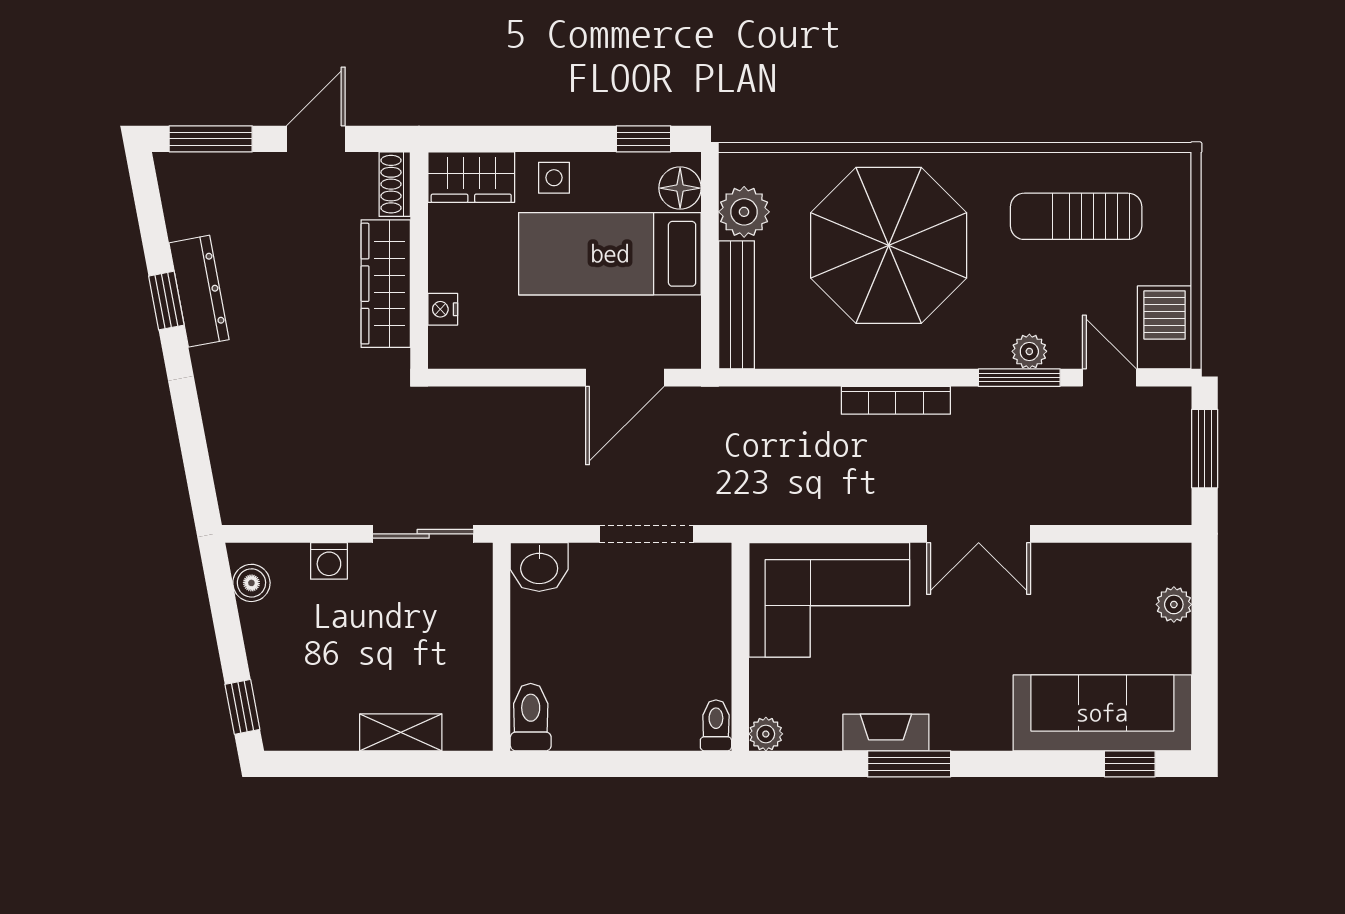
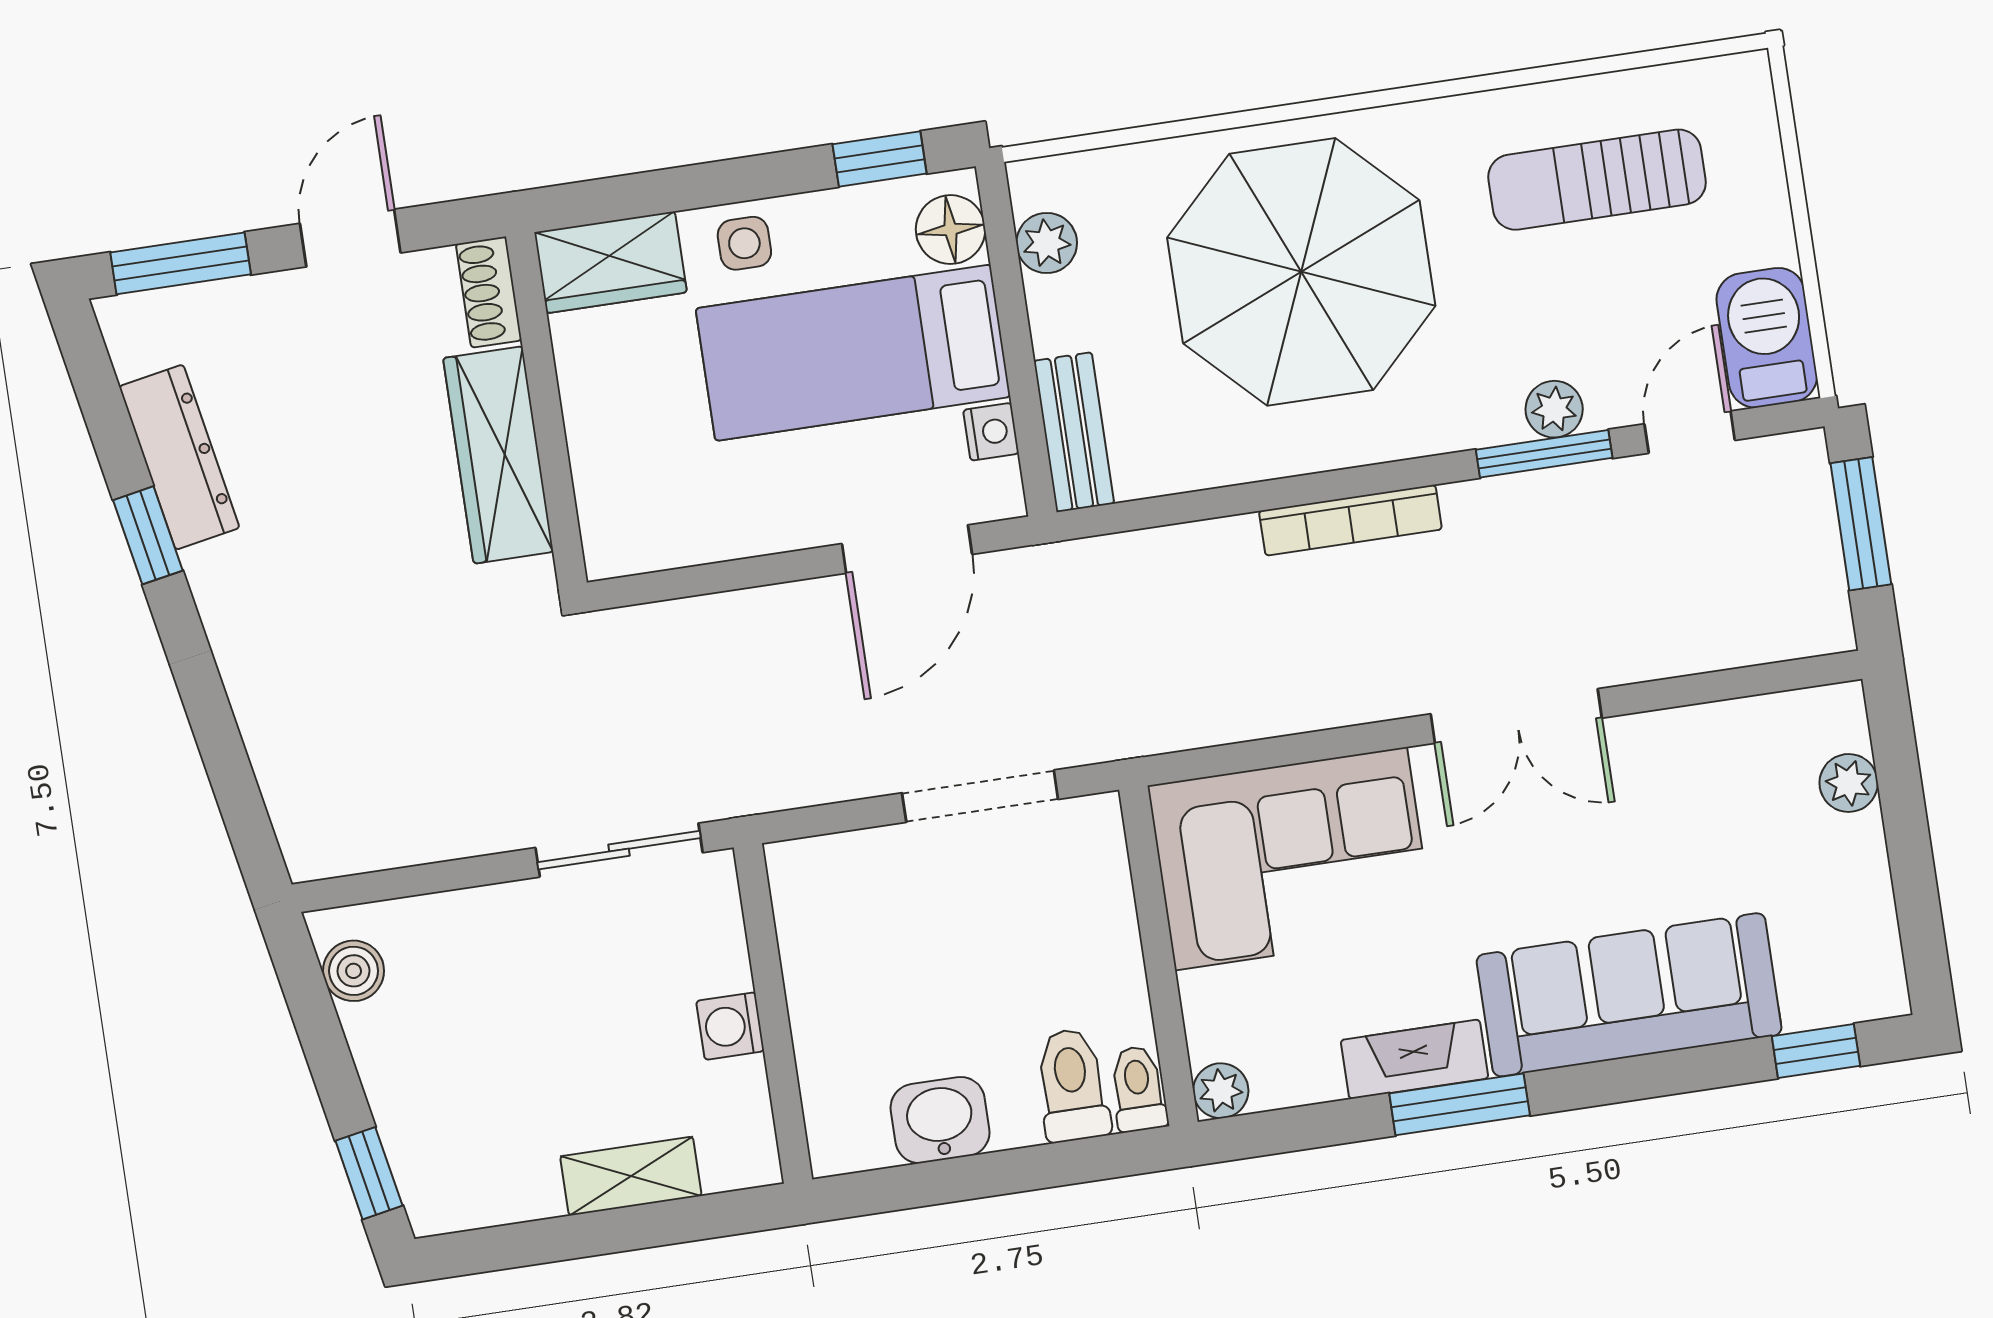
plant: (744, 212) -> (1047, 243), width x0.73, depth x0.73
dresser: (199, 291) -> (179, 457), moved
bench: (737, 305) -> (1074, 432), width x0.73
nightstand: (443, 309) -> (991, 432), moved, turned 180
door: (1109, 378) -> (1690, 432), hinge flipped
washing machine: (329, 561) -> (730, 1026), moved, turned 90
washbasin: (539, 567) -> (940, 1120), moved, turned 180
sofa: (1102, 713) -> (1629, 995), moved
toilet: (531, 717) -> (1072, 1085), moved

